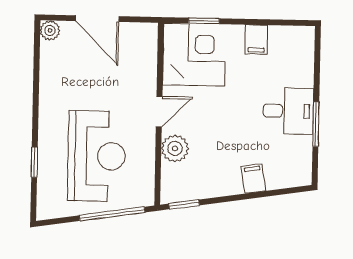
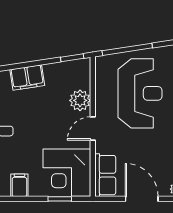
row of seats: (144, 51) -> (105, 175), added
reception desk: (97, 156) -> (140, 93), turned 180
filing cabinet: (253, 179) -> (27, 77), width x2.00

